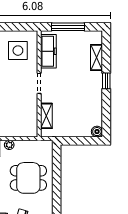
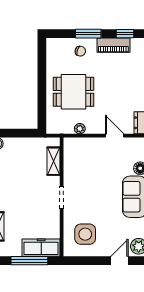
freezer: (48, 51) -> (41, 248), moved, turned 90
plant: (9, 145) -> (80, 129), moved

